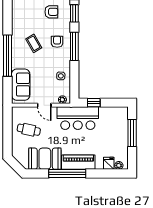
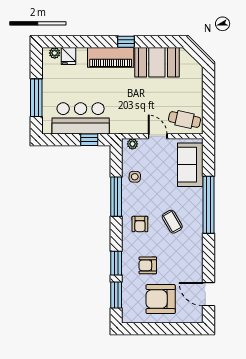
window: (74, 46) -> (116, 197), moved
bar counter: (78, 118) -> (81, 118), moved
cafe table: (29, 130) -> (185, 120), moved
window: (67, 174) -> (126, 42), width x0.32

